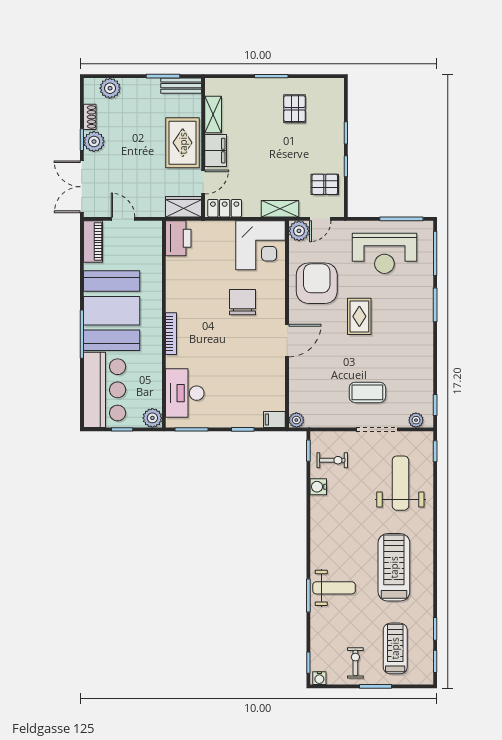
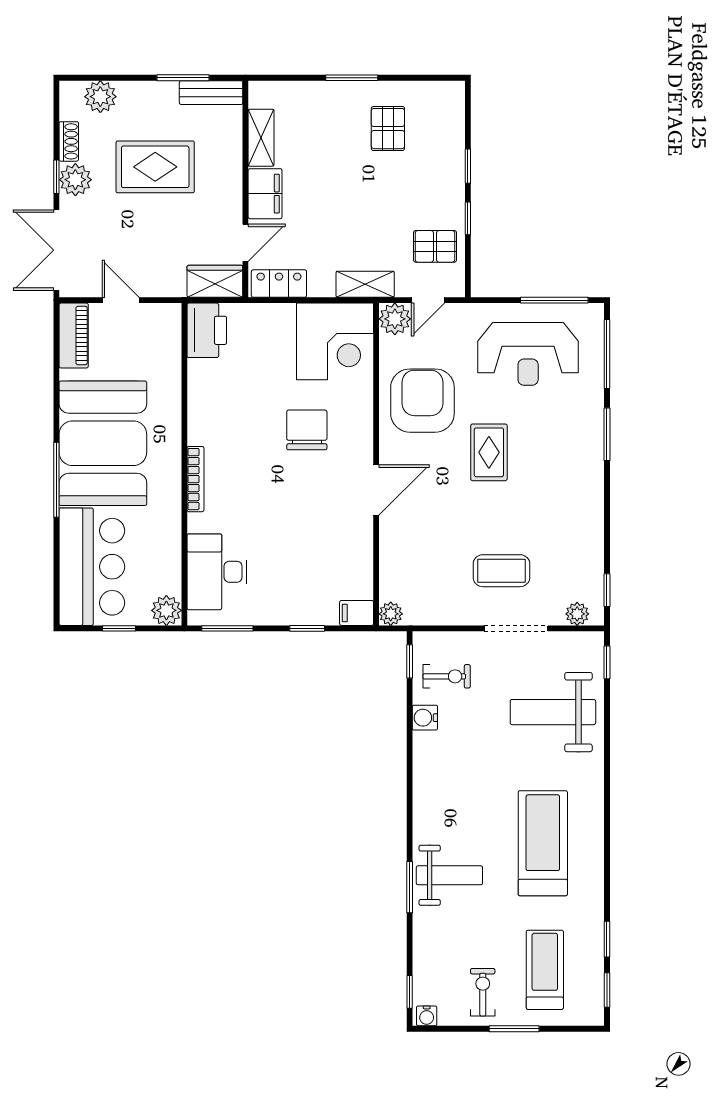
rug: (183, 143) -> (155, 167), moved, turned 90
weight bench: (400, 483) -> (553, 712), turned -90

